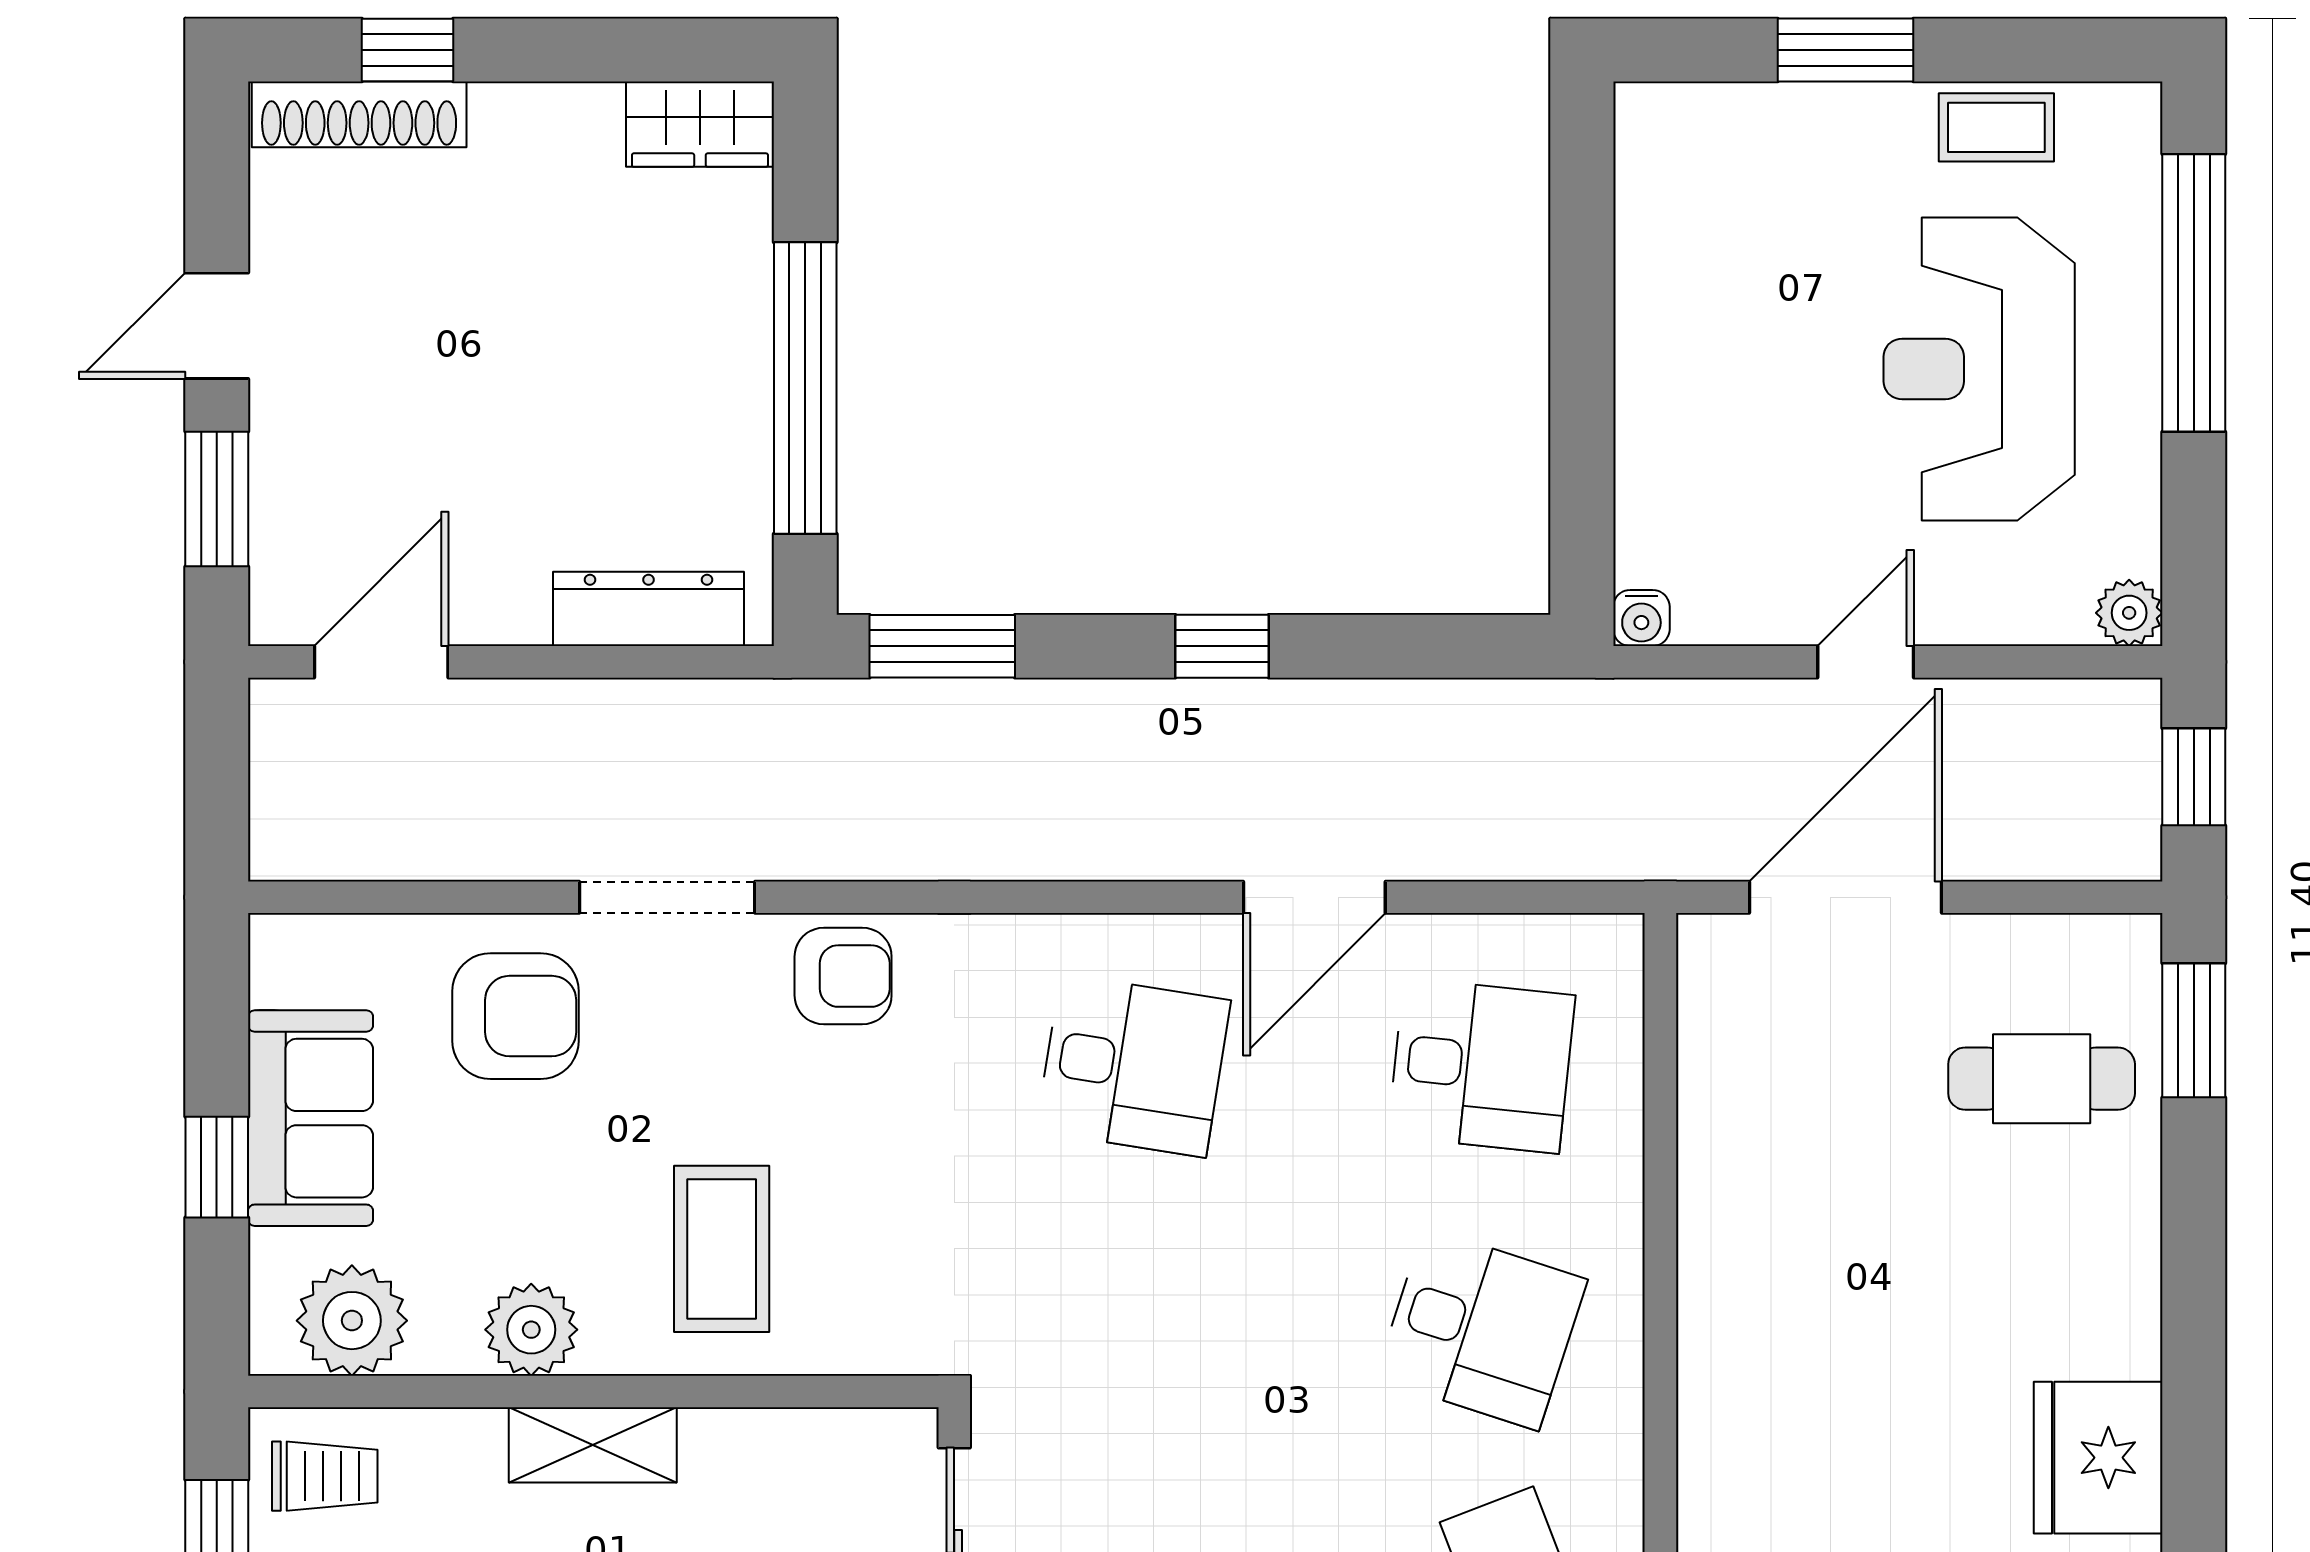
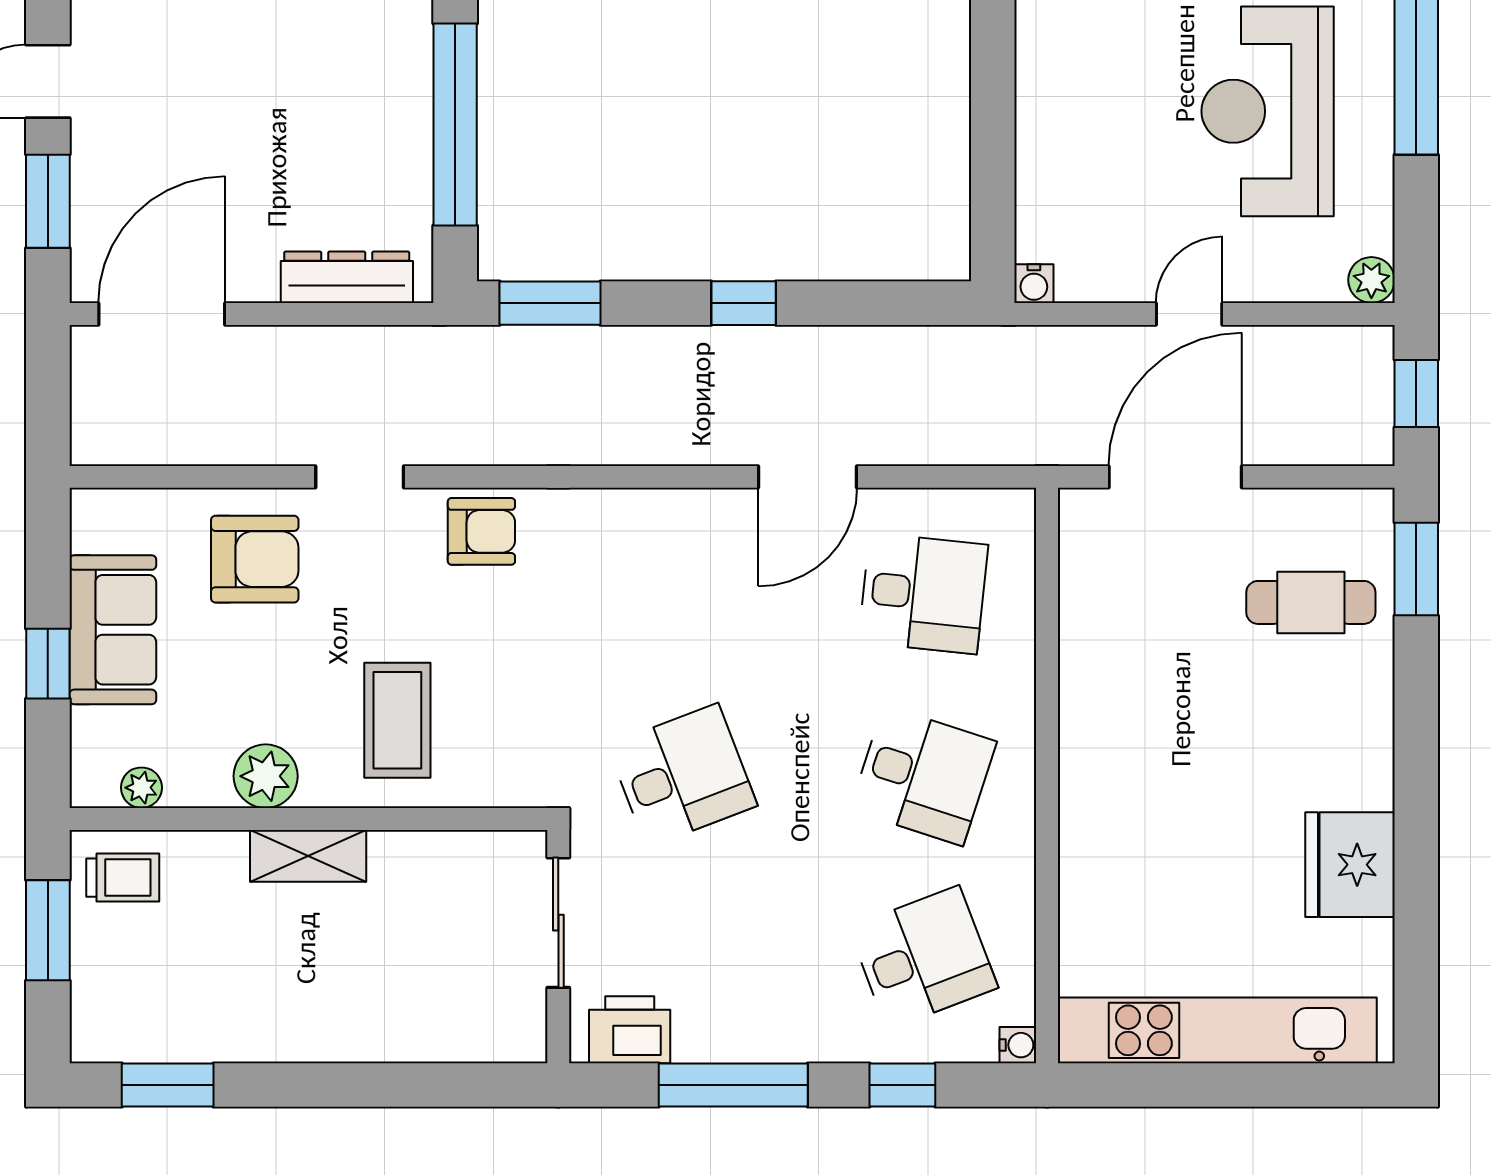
door: (381, 662) -> (162, 314), width x1.36
doorway: (667, 897) -> (360, 477), width x0.73
desk: (1133, 1066) -> (682, 775), moved, turned -30
plant: (352, 1321) -> (141, 788), width x0.53, depth x0.53

